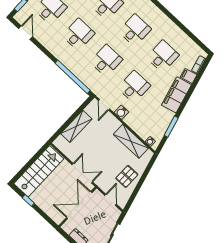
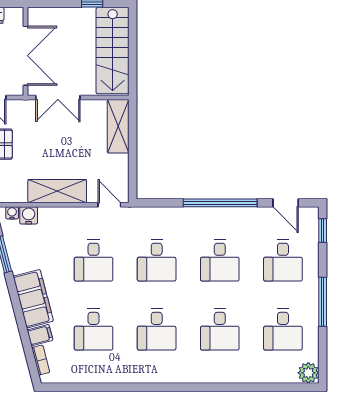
window: (73, 77) -> (220, 203), moved
water cooler: (121, 112) -> (29, 215), moved
shelving: (76, 126) -> (118, 126), moved
shelving: (131, 141) -> (57, 191), moved

